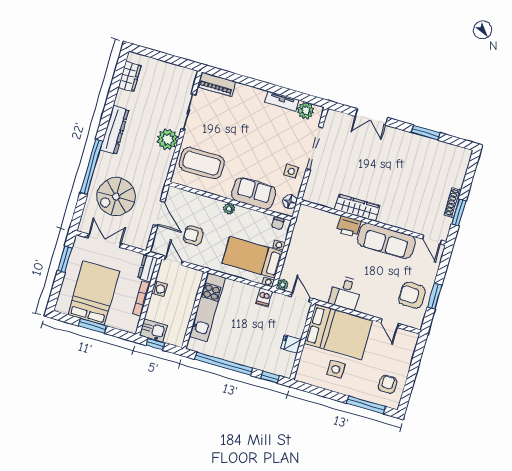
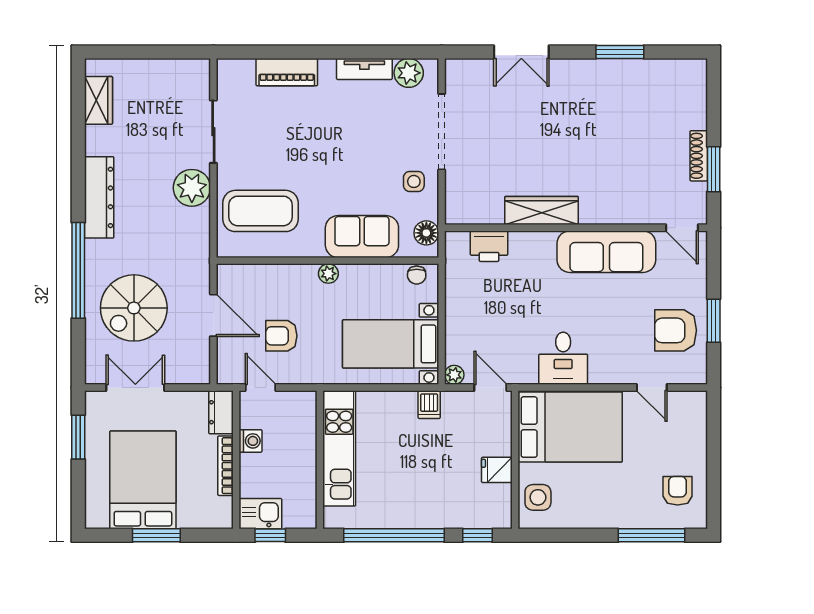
piano: (216, 84) -> (287, 72), moved
printer: (349, 227) -> (489, 246), moved
side table: (336, 369) -> (538, 497), moved

